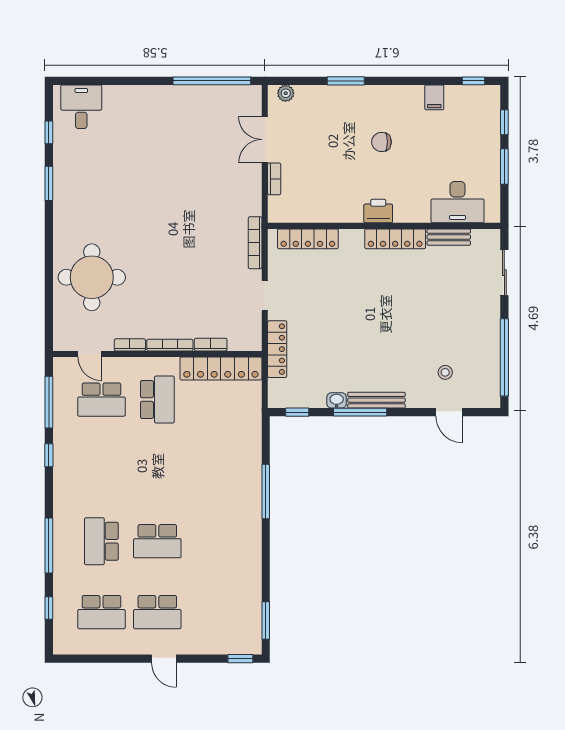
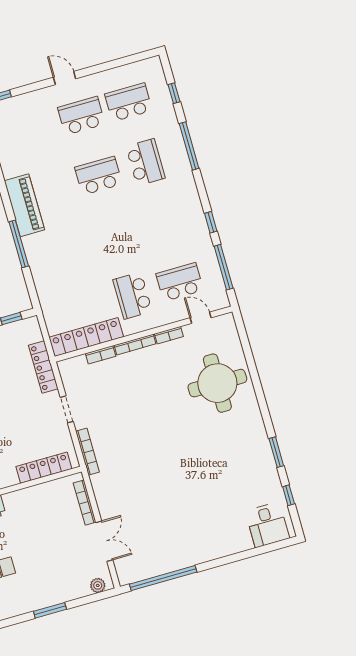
bookcase: (274, 179) -> (85, 503), width x1.56
piano: (247, 532) -> (24, 205), added

